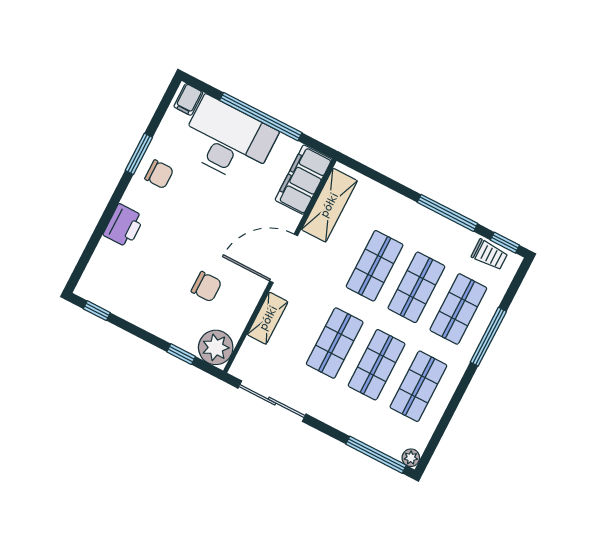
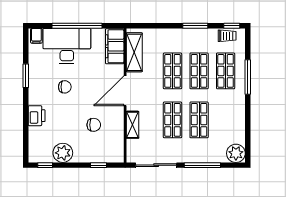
chair: (159, 174) -> (65, 87), moved
window: (447, 213) -> (195, 26), width x0.69
plant: (216, 347) -> (63, 153), moved
shop shelf: (418, 386) -> (226, 120), removed
window: (376, 455) -> (202, 165), moved
plant: (411, 458) -> (236, 153), width x1.87, depth x1.87

